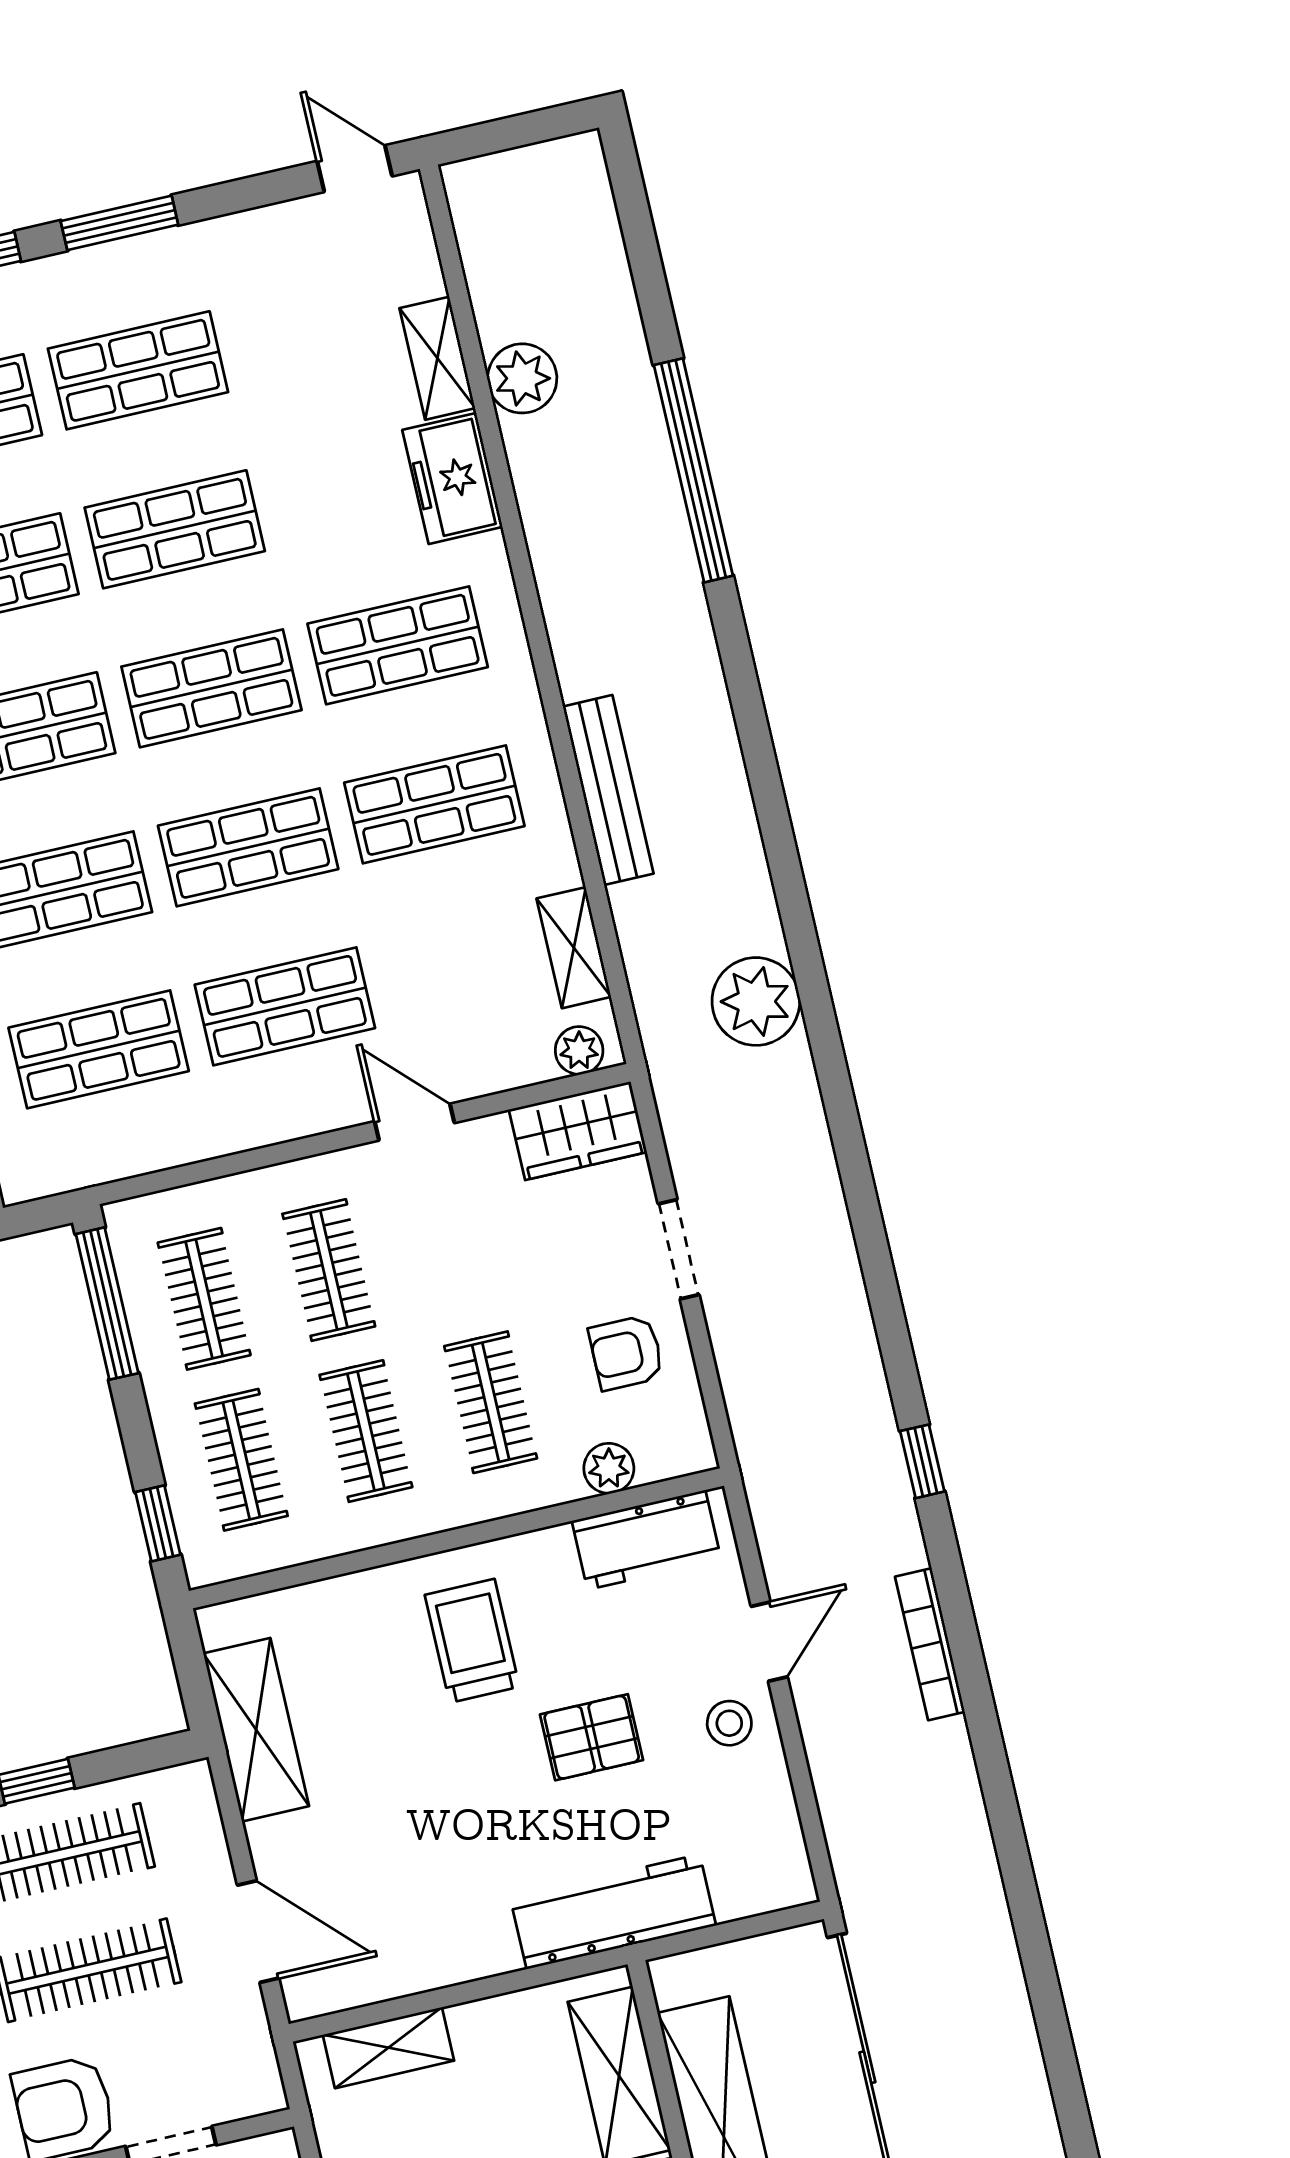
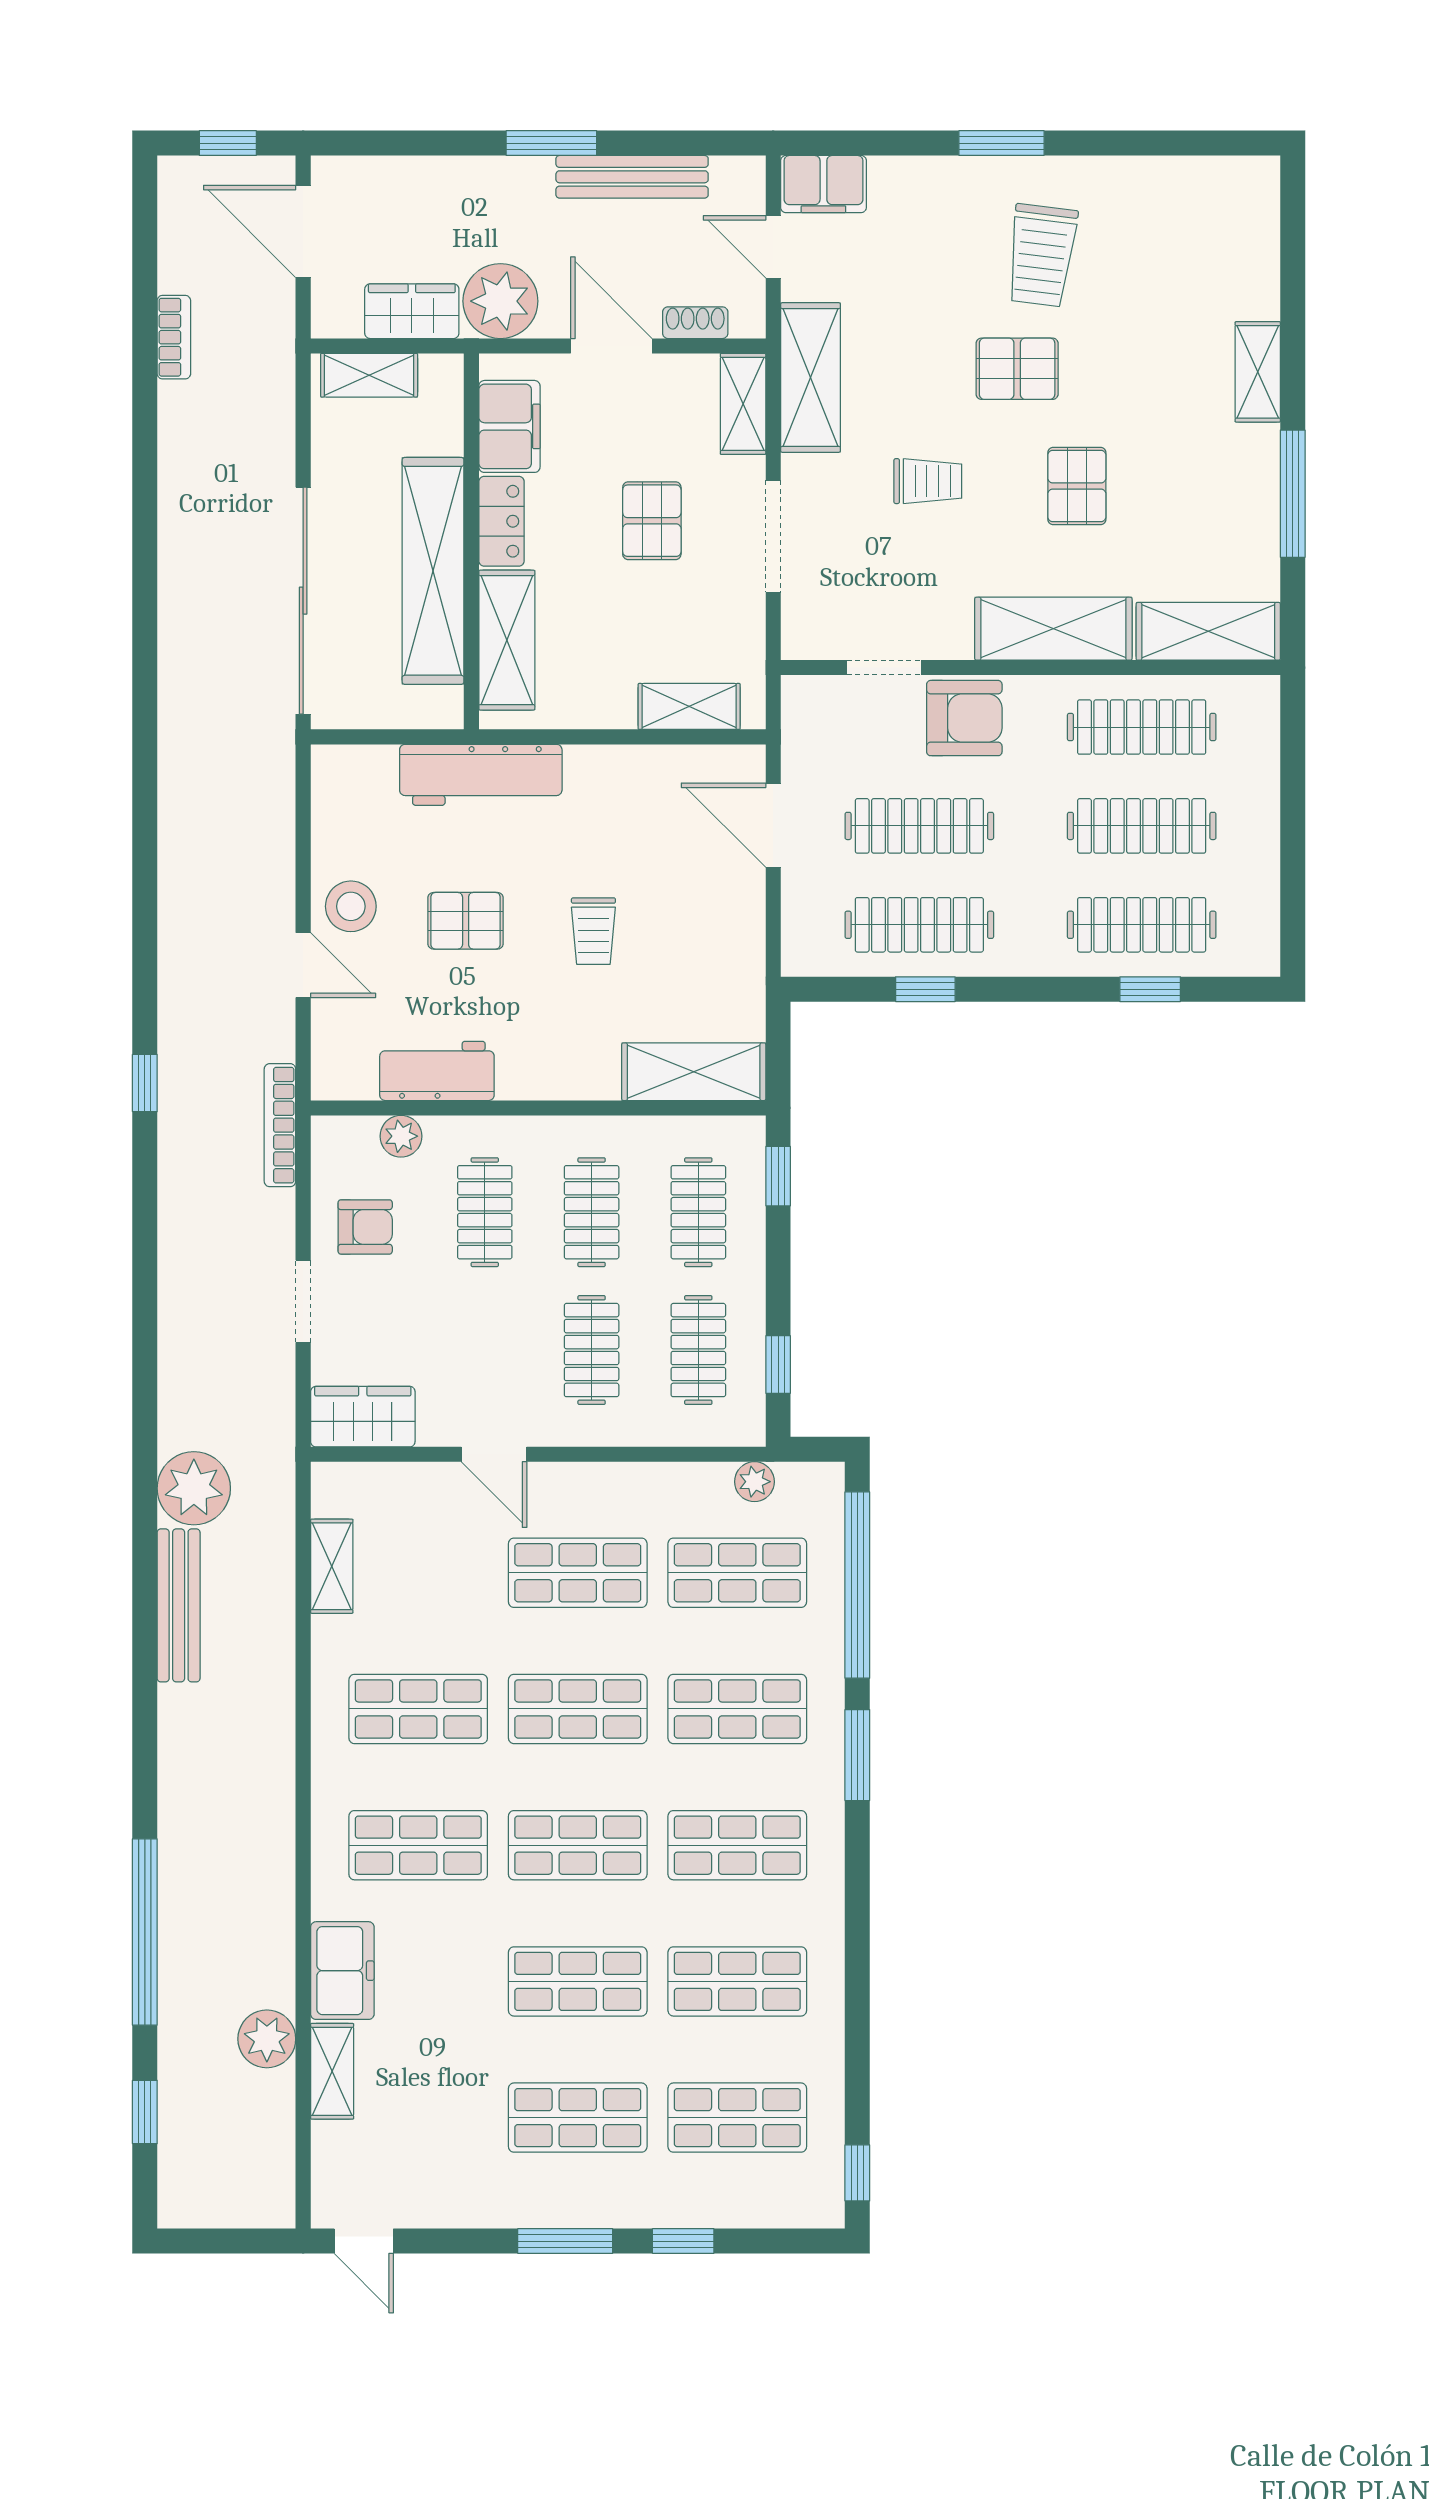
window: (645, 260) -> (145, 2112), added
bench: (608, 790) -> (179, 1605), moved
plant: (579, 1050) -> (754, 1482), moved
window: (107, 1304) -> (778, 1364), width x0.46
workbench: (646, 1540) -> (437, 1071), moved
trolley: (472, 1641) -> (593, 931), moved, width x0.73, depth x0.72
door: (769, 1642) -> (303, 965), swing flipped
bookcase: (930, 1644) -> (280, 1125), moved, turned 180
stool: (729, 1723) -> (351, 906), width x1.37, depth x1.37
shelving: (256, 1730) -> (694, 1072), moved, turned 90

